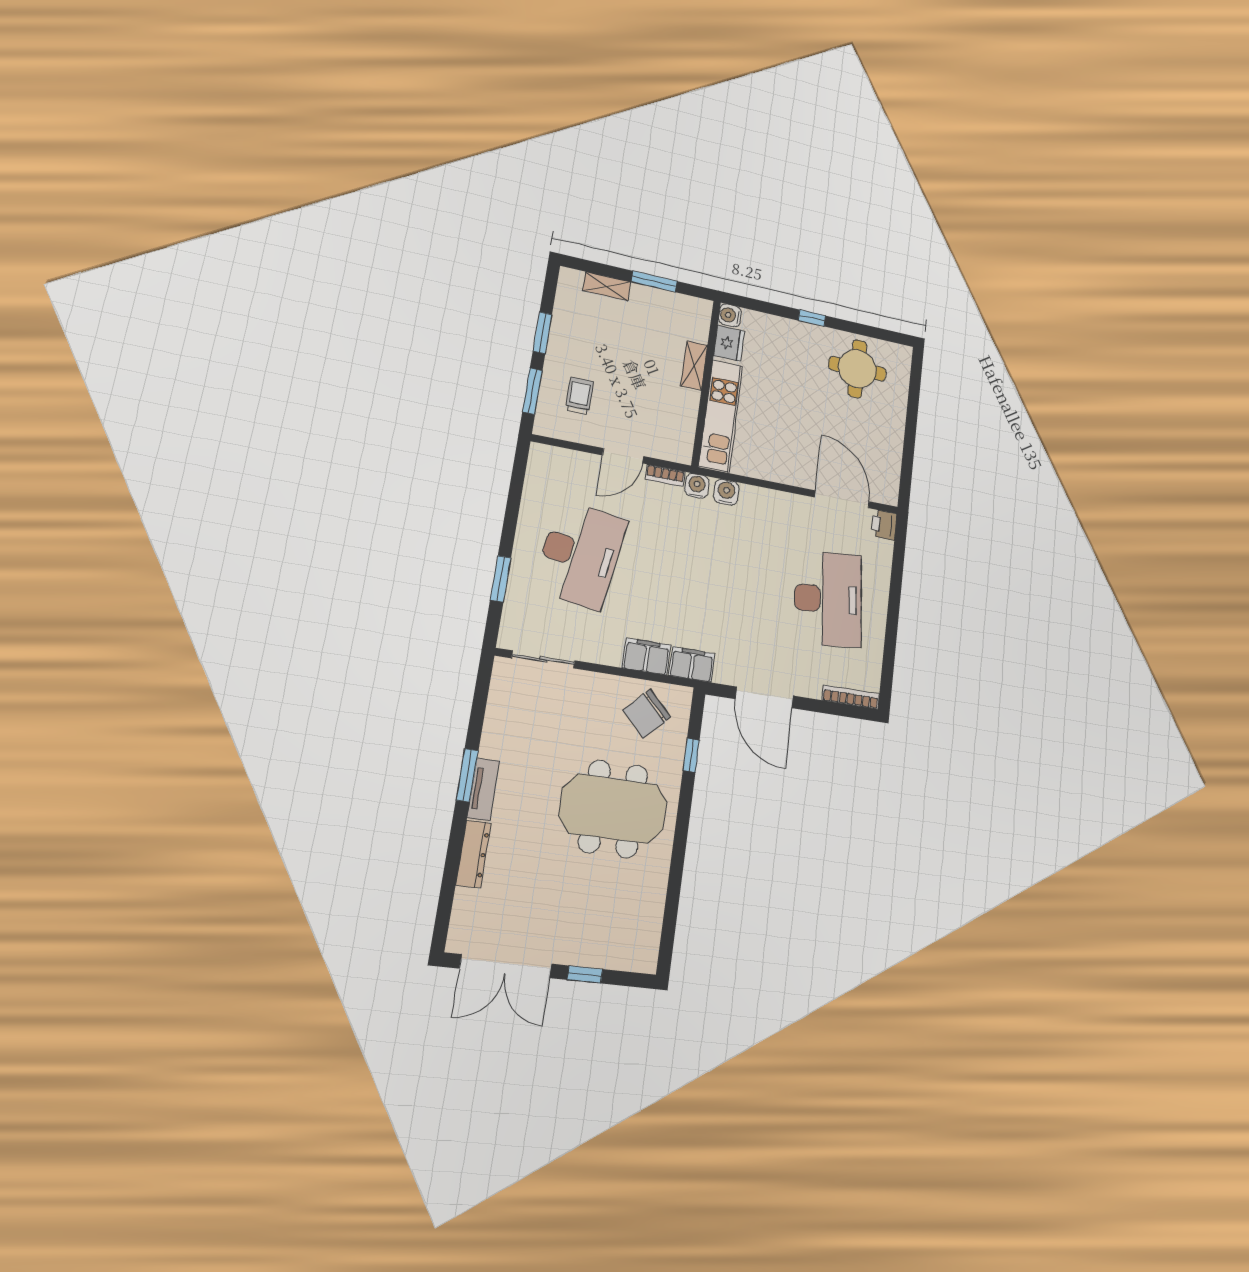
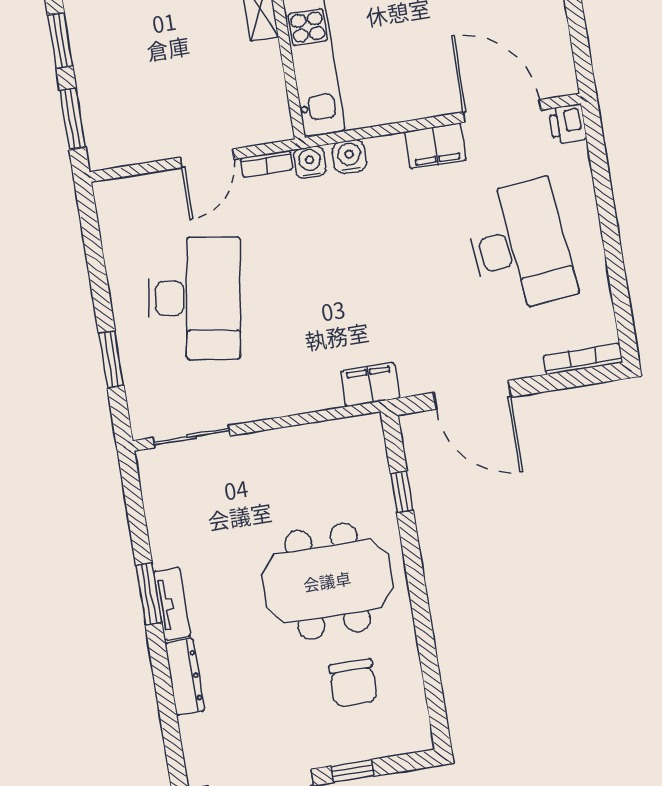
trolley: (580, 396) -> (131, 103), removed
filing cabinet: (647, 656) -> (435, 146), moved, turned 180
chair: (647, 714) -> (353, 683), moved, turned -45

